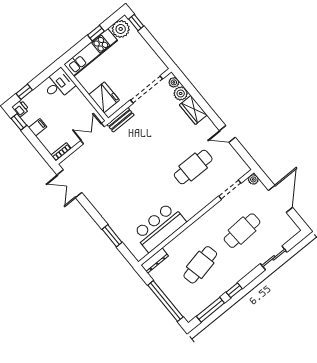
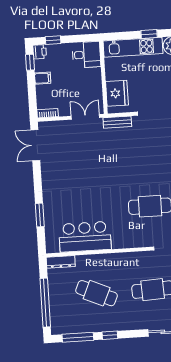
cafe table: (200, 265) -> (97, 293), turned 36

